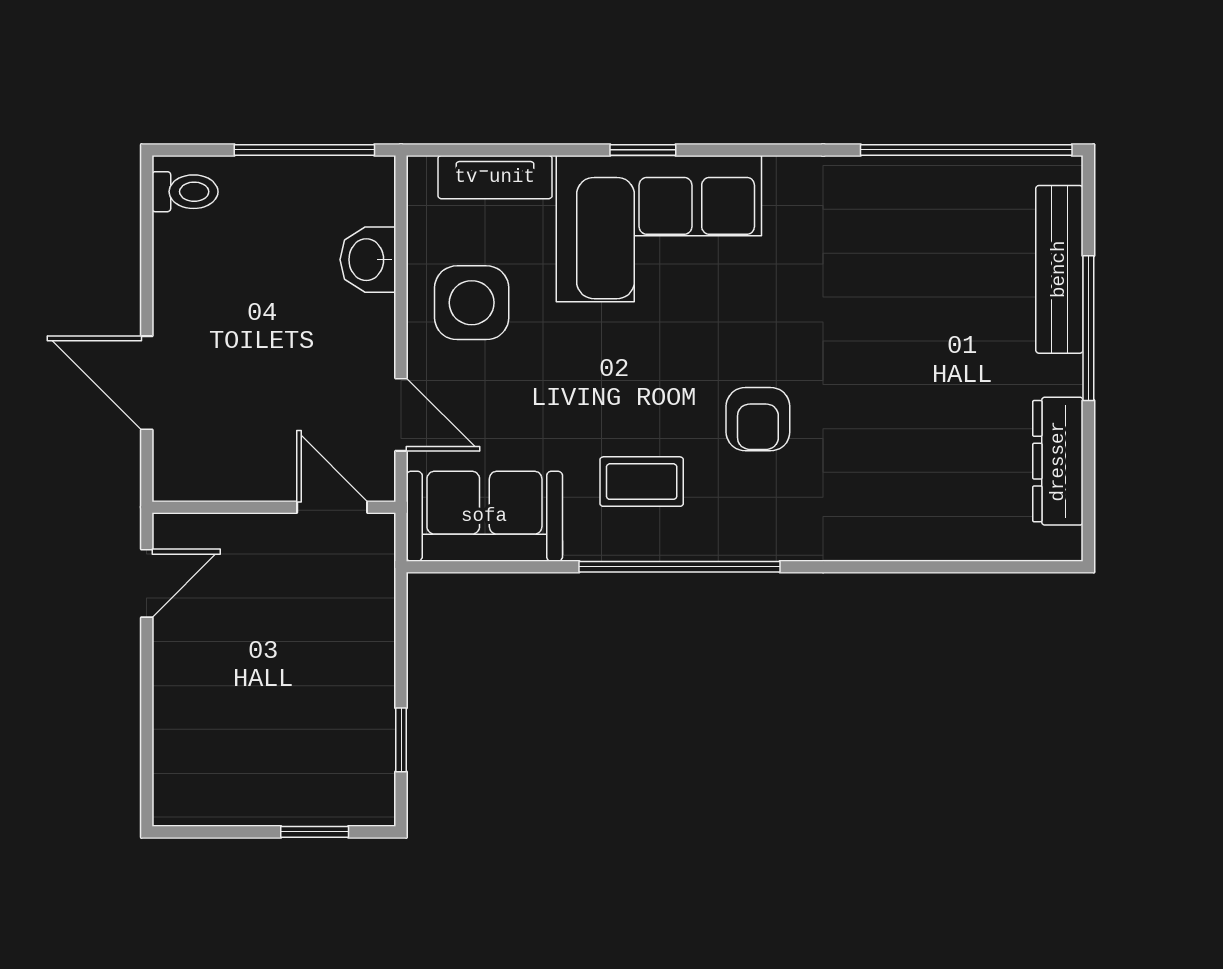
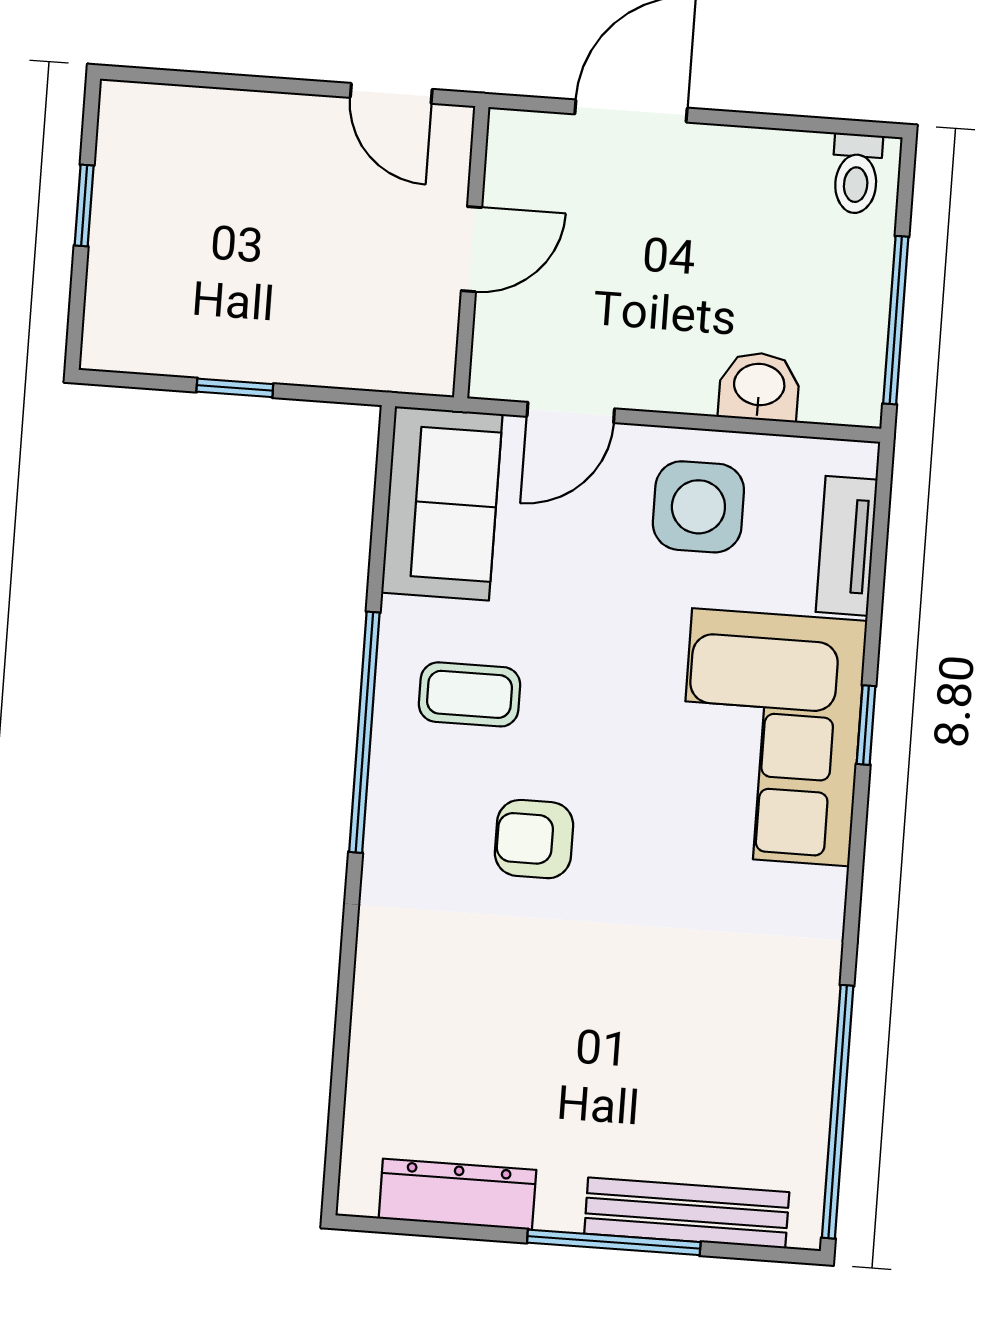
coffee table: (642, 482) -> (469, 694), turned 90
door: (332, 507) -> (471, 249), moved
window: (401, 740) -> (235, 388), moved
window: (315, 832) -> (84, 205), moved

